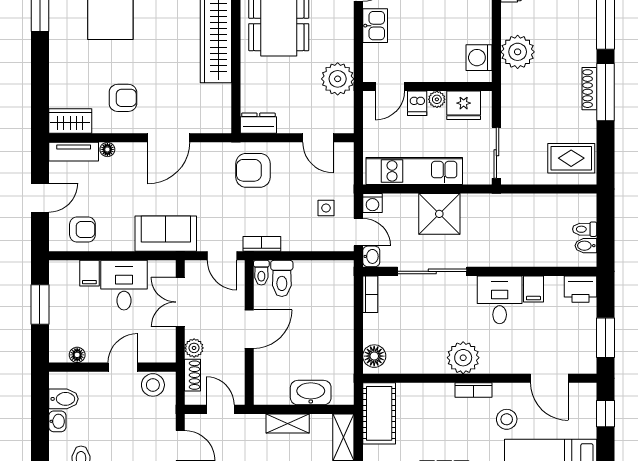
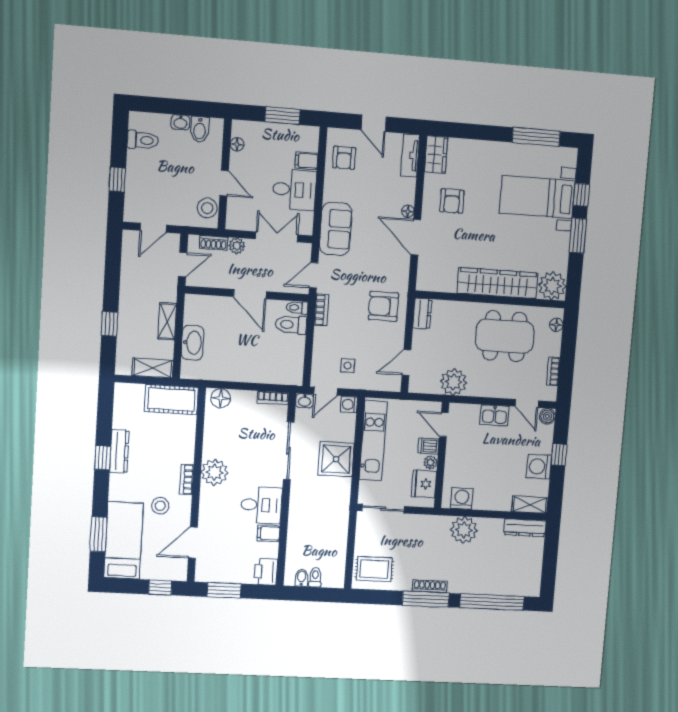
floor lamp: (107, 149) -> (408, 211), moved
rug: (571, 158) -> (374, 569), turned 90
armchair: (253, 170) -> (383, 306), turned -90

